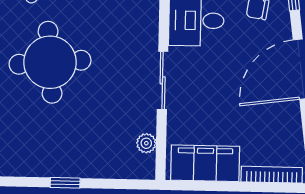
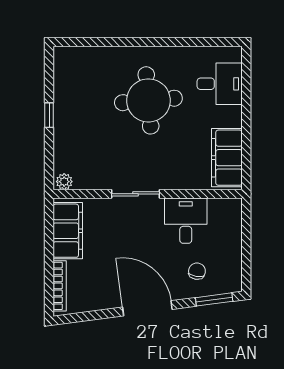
plant: (146, 143) -> (64, 182), moved

